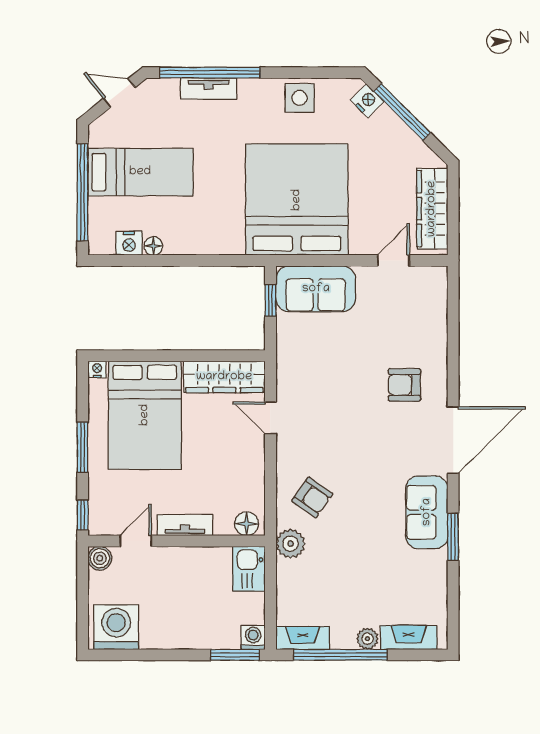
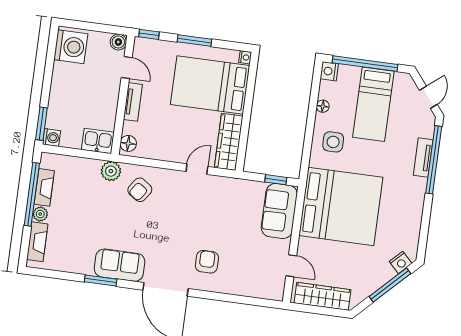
side table: (300, 98) -> (333, 142), moved
nightstand: (129, 243) -> (329, 71), moved
fireplace: (303, 638) -> (44, 187), moved

